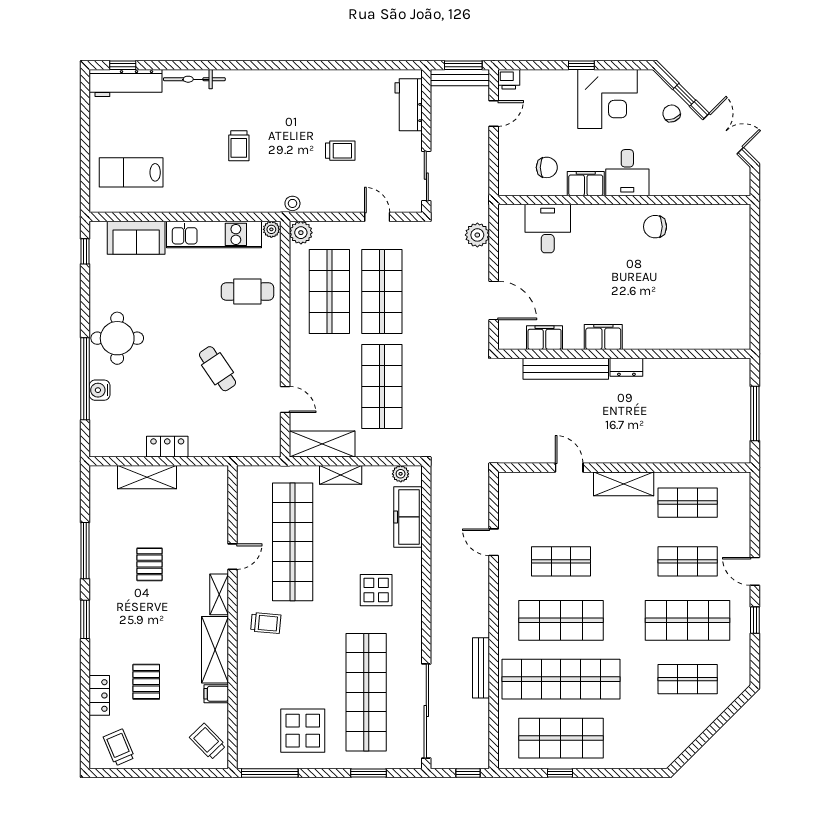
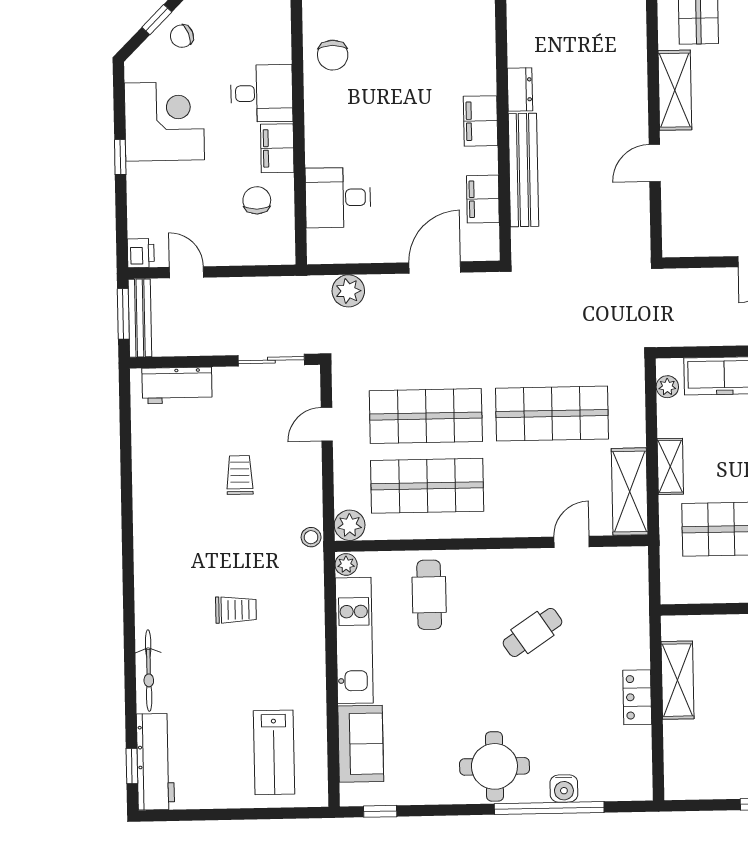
shelving: (147, 477) -> (677, 680), moved

